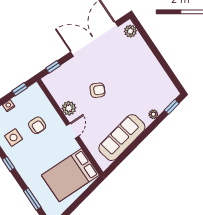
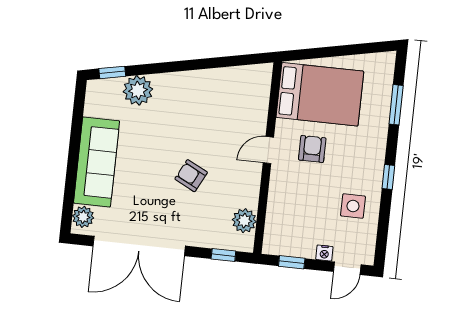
plant: (69, 108) -> (244, 221), moved
plant: (153, 114) -> (138, 90), width x1.88, depth x1.88
armchair: (37, 125) -> (312, 149), moved
sofa: (122, 138) -> (97, 162), moved, turned -78

